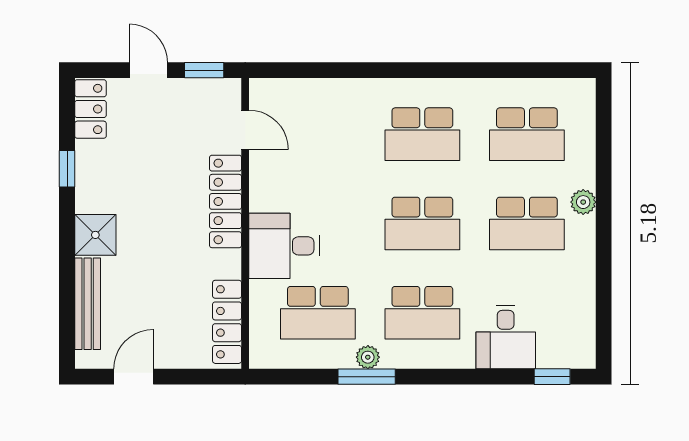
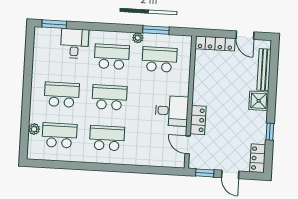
locker: (226, 201) -> (198, 120), width x0.66
plant: (583, 202) -> (34, 129), moved
desk: (284, 246) -> (172, 111), moved
locker: (227, 322) -> (215, 44), moved, turned 90
door: (134, 377) -> (245, 35), hinge flipped
window: (367, 377) -> (156, 30), moved
window: (552, 377) -> (54, 24), width x1.50

